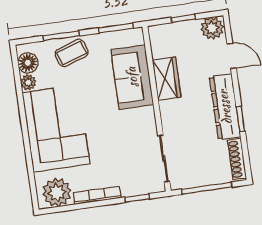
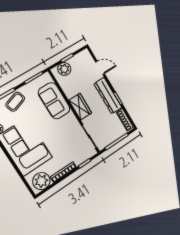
plant: (212, 28) -> (64, 69), moved
wardrobe: (167, 79) -> (80, 107), moved

